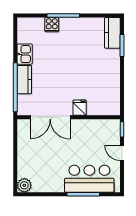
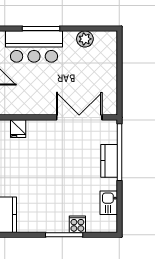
kitchen sink: (25, 54) -> (109, 203), moved
fridge: (80, 108) -> (18, 129), moved
plant: (24, 185) -> (85, 39), moved

